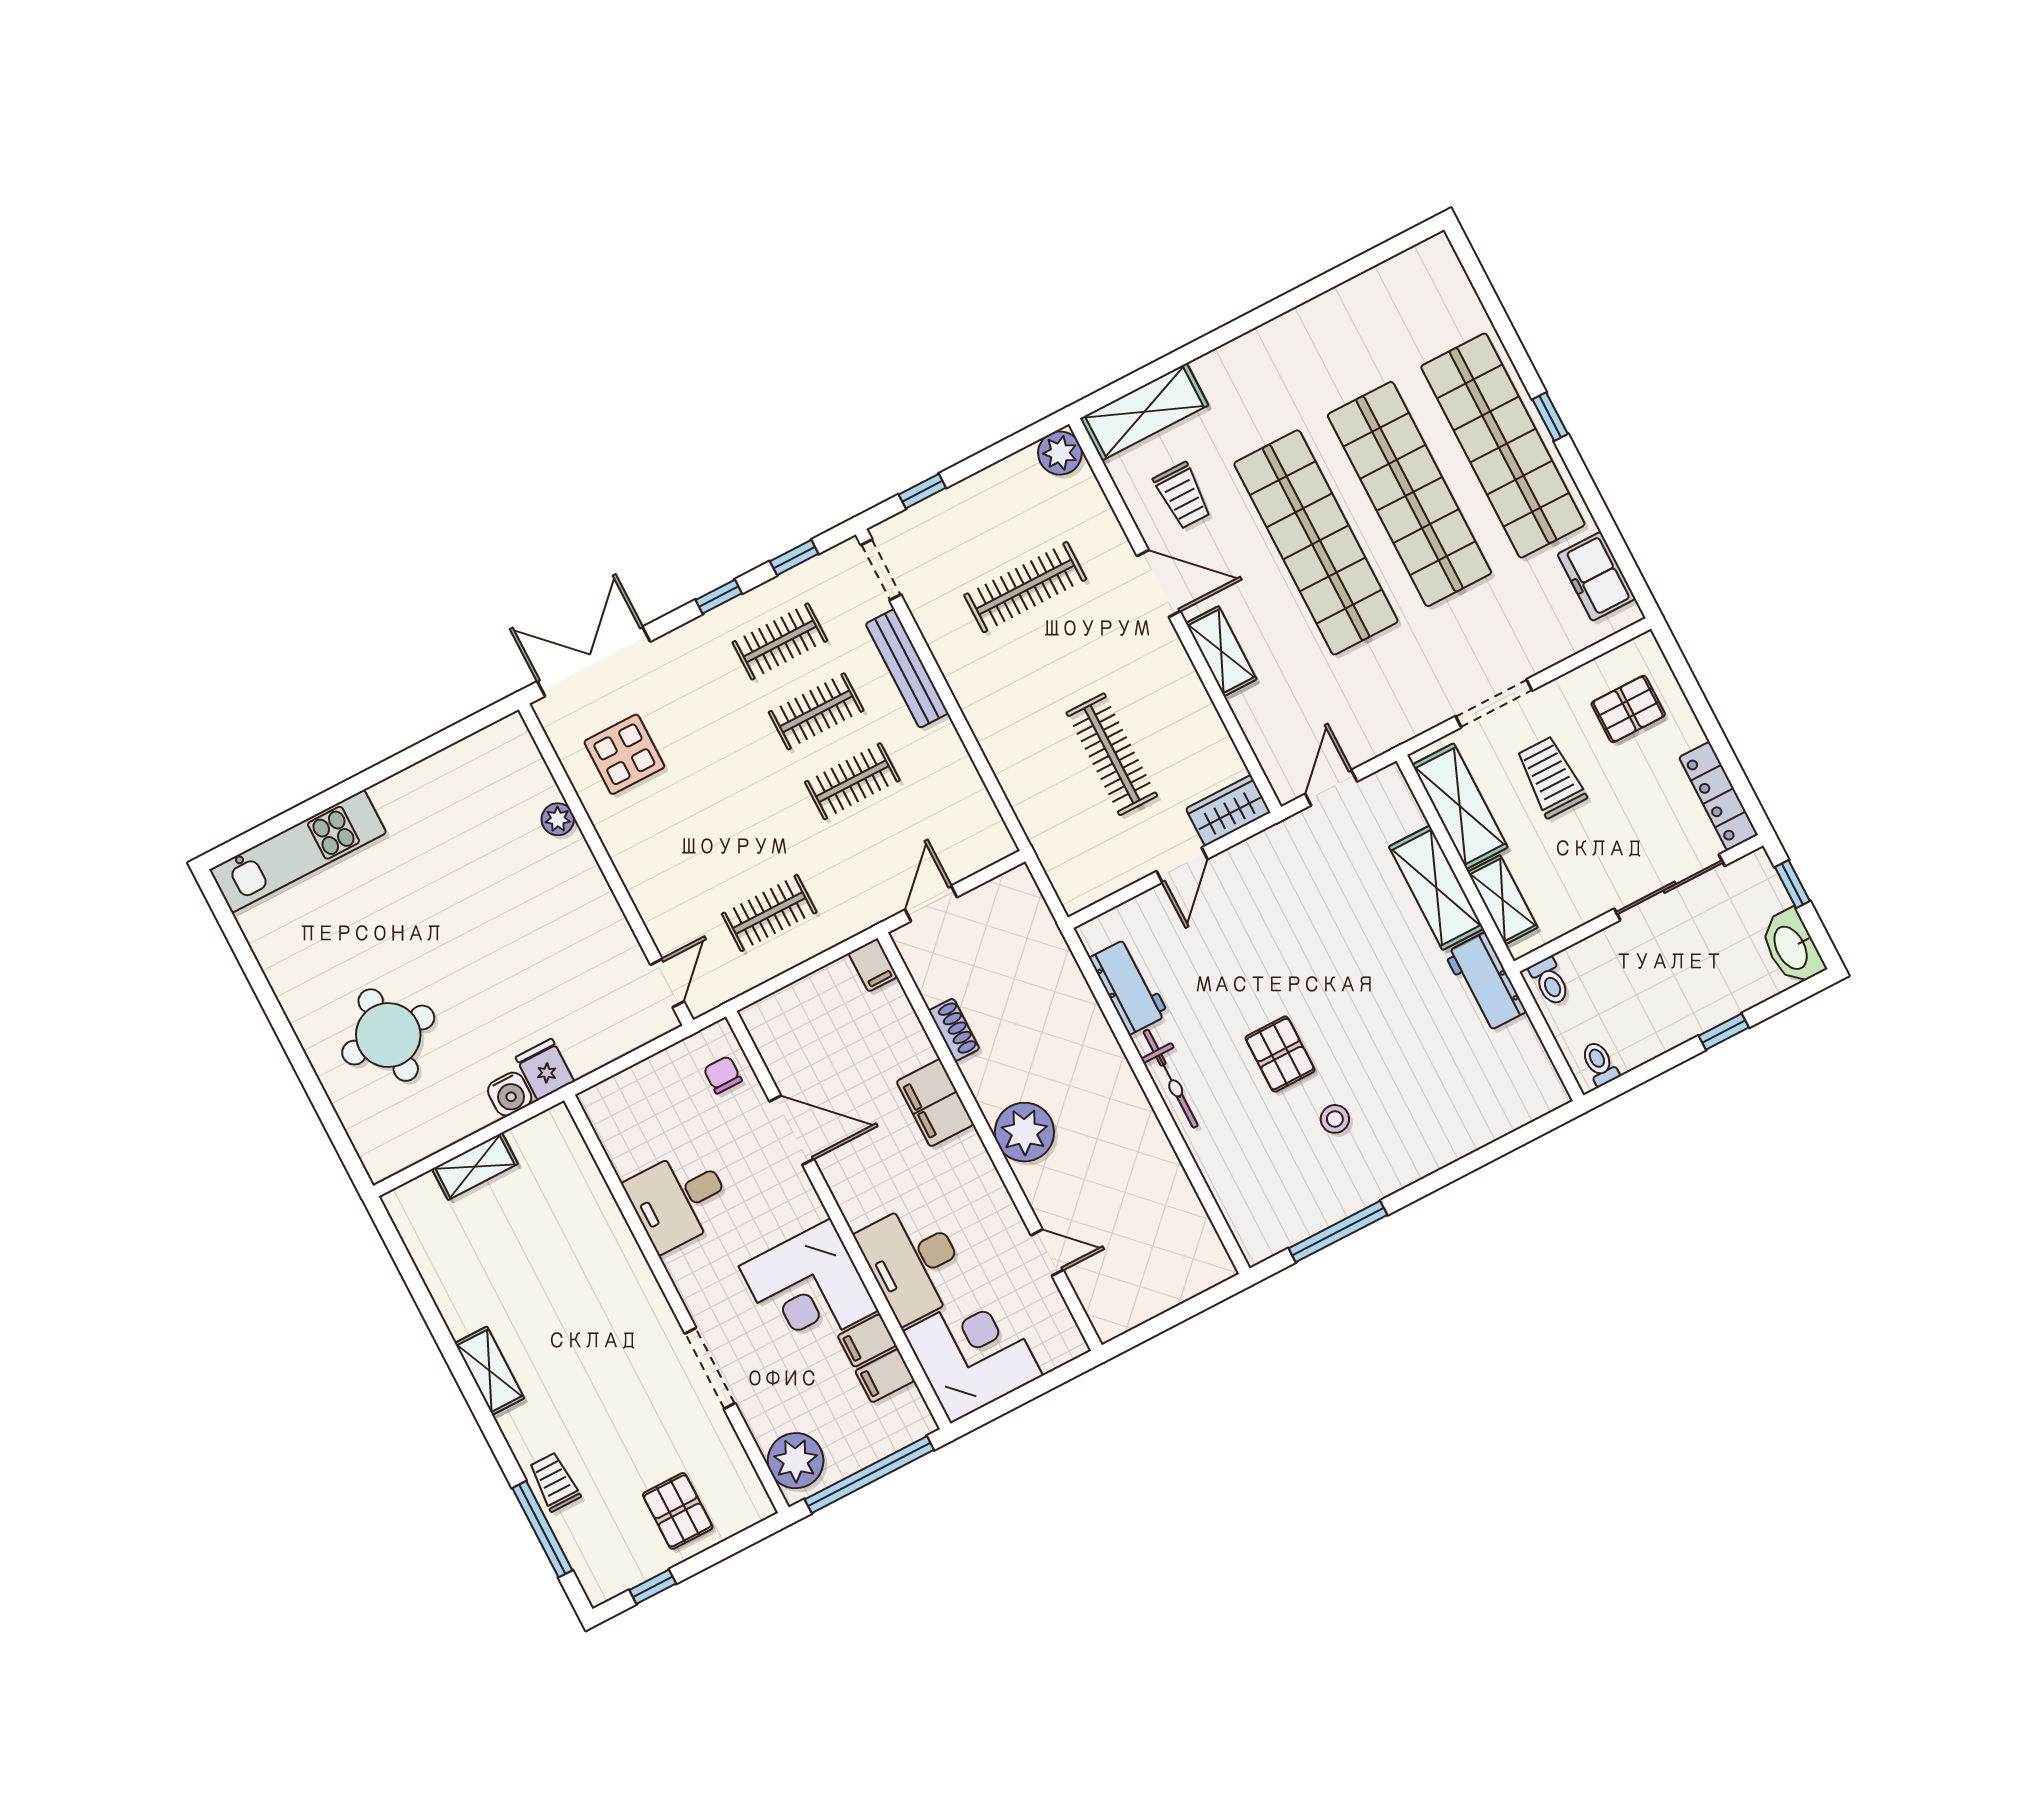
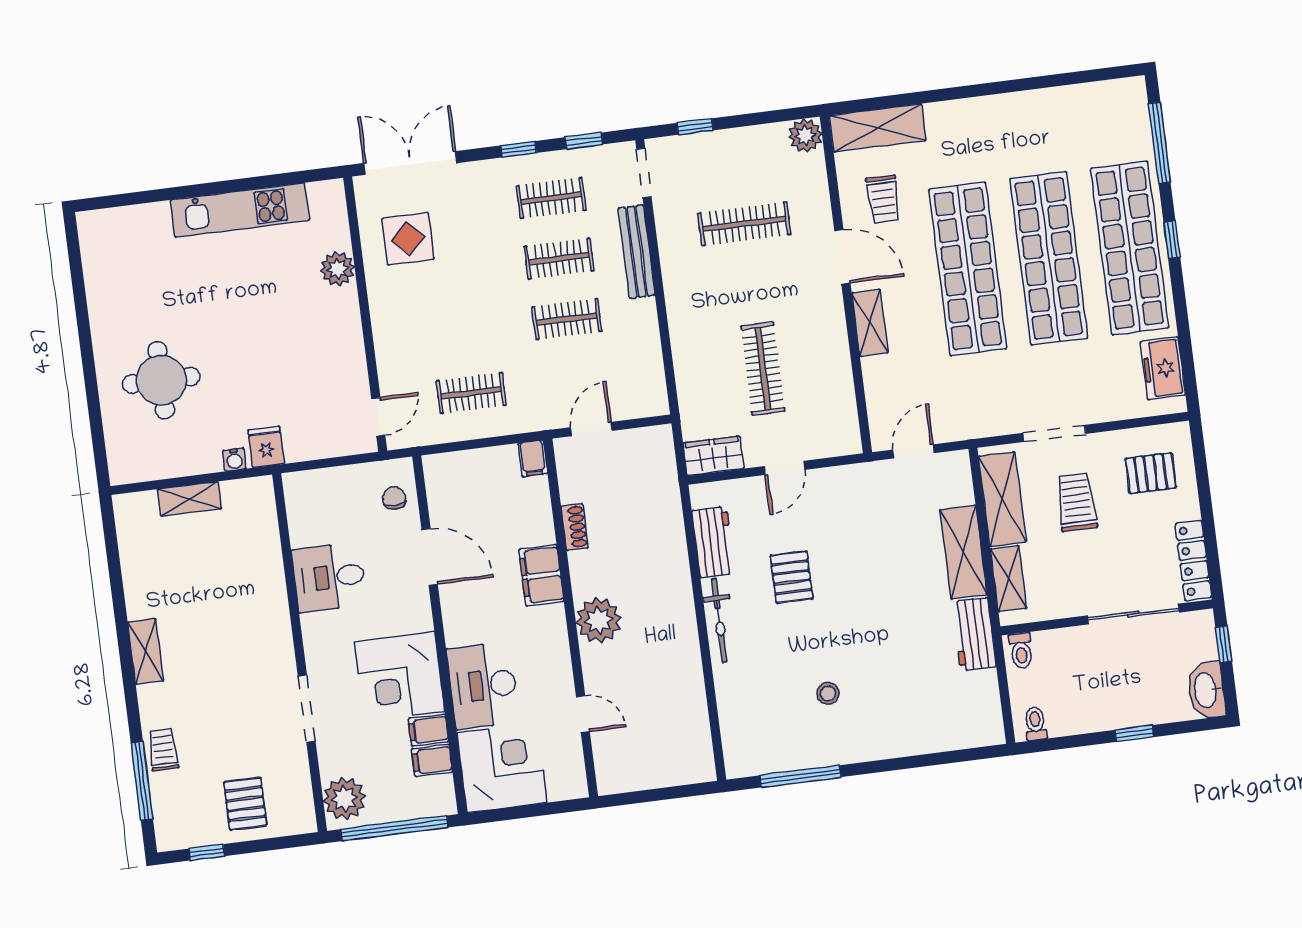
window: (1492, 305) -> (1159, 143), added
wardrobe: (1228, 810) -> (713, 456), moved
plant: (558, 819) -> (338, 269), width x1.38, depth x1.38
kitchen unit: (298, 851) -> (240, 210), moved
pallet: (1280, 1054) -> (792, 577), moved
water cooler: (510, 1094) -> (234, 460), width x0.72, depth x0.72

